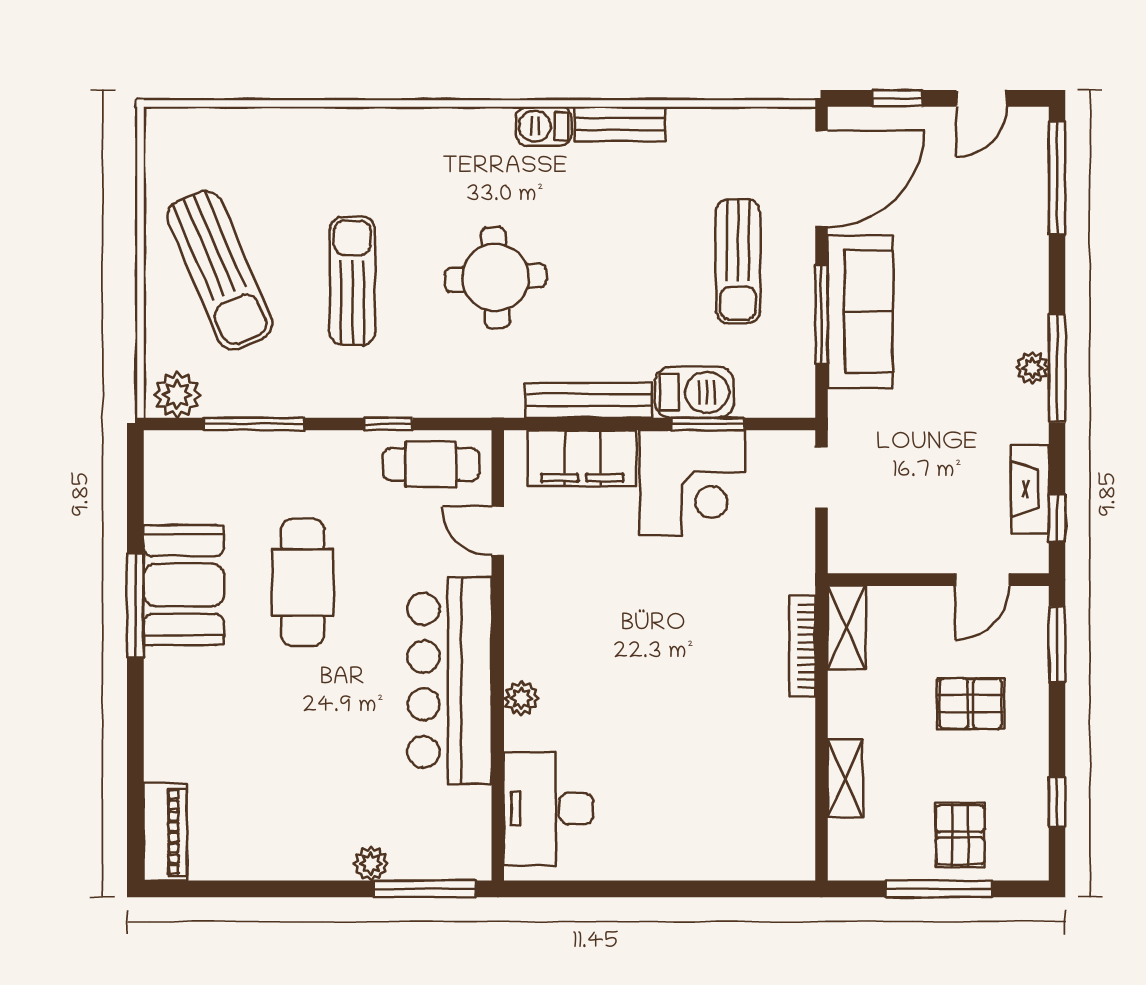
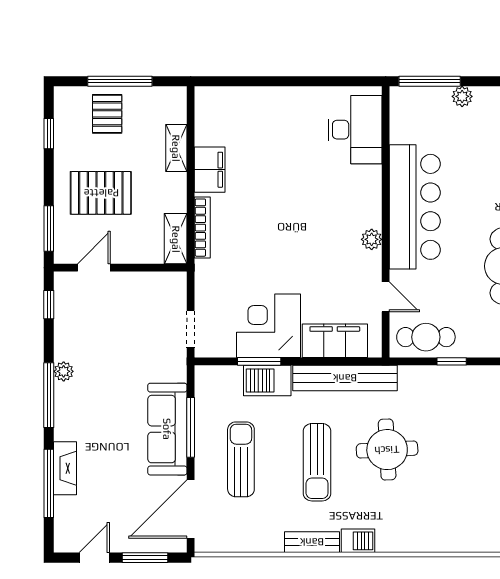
window: (897, 98) -> (145, 558), width x1.50
window: (1057, 178) -> (49, 483), moved
sun lounger: (352, 281) -> (317, 462), moved
plant: (1032, 368) -> (64, 371), moved
bench: (589, 400) -> (345, 378), width x1.37, depth x1.21
fireplace: (1030, 489) -> (65, 468), moved
plant: (521, 698) -> (372, 239), moved
pallet: (971, 704) -> (101, 193), width x1.50, depth x1.42
filing cabinet: (790, 742) -> (210, 170), added

